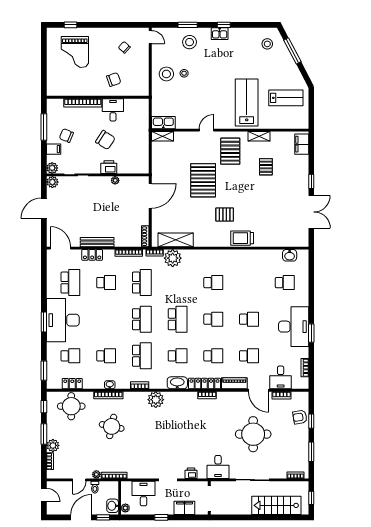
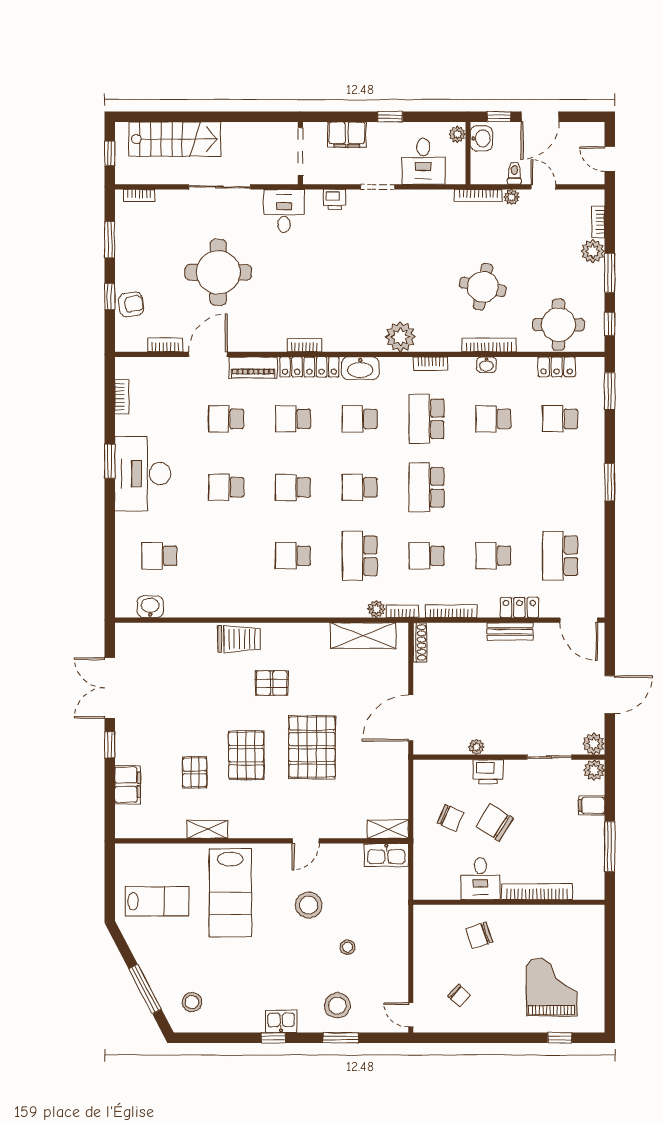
stool: (166, 74) -> (309, 905), moved
lab bench: (286, 98) -> (157, 901), turned 180
chair: (66, 136) -> (451, 818), moved
filing cabinet: (302, 144) -> (128, 785), moved
pallet: (230, 151) -> (246, 755), moved
bench: (97, 242) -> (510, 631), width x0.73
plant: (173, 258) -> (376, 609), width x0.53, depth x0.53
school desk: (142, 283) -> (426, 556), width x0.54
school desk: (178, 283) -> (360, 556), added
school desk: (178, 319) -> (360, 487), width x0.54
desk: (63, 320) -> (574, 486), removed
desk: (281, 377) -> (167, 378), removed
door: (259, 390) -> (208, 354), hinge flipped
door: (79, 480) -> (543, 187), hinge flipped

